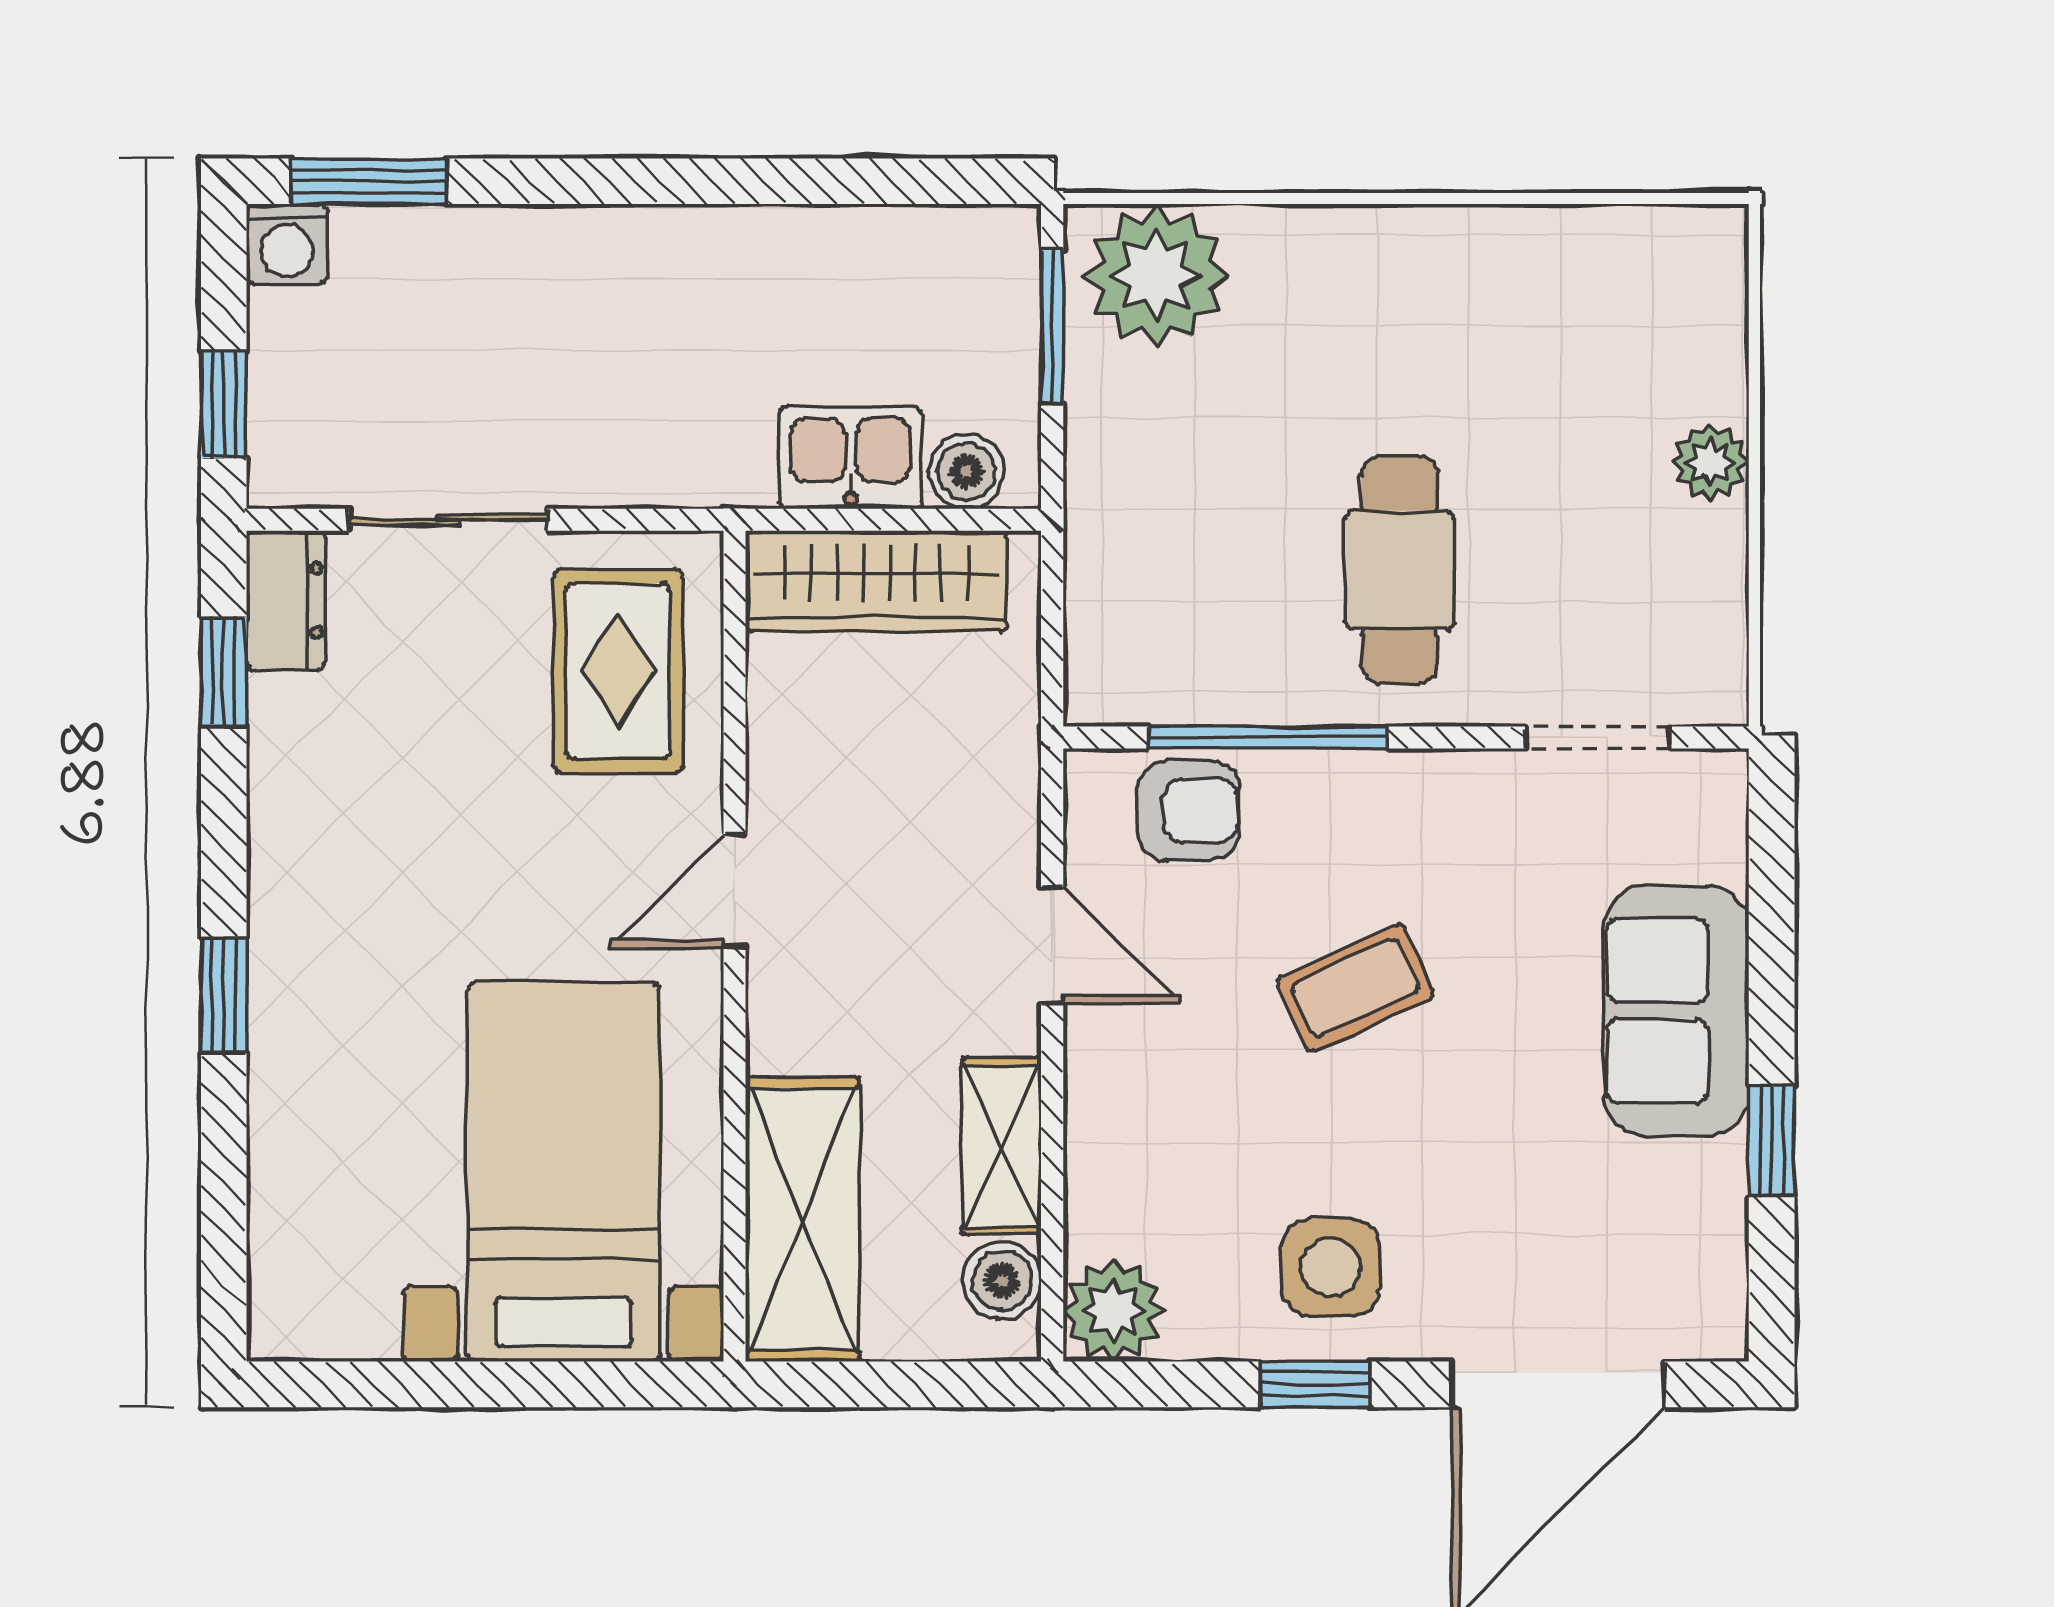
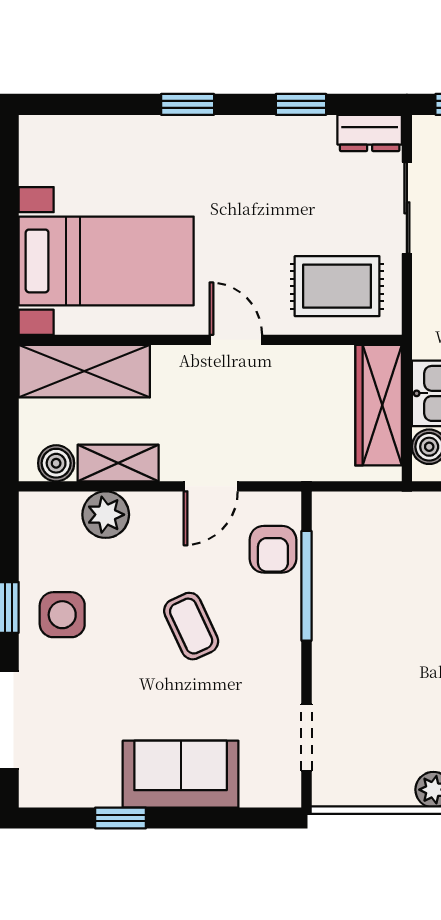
cafe table: (1400, 570) -> (384, 646), removed
window: (224, 672) -> (301, 104), moved
plant: (1114, 1311) -> (106, 515), moved

